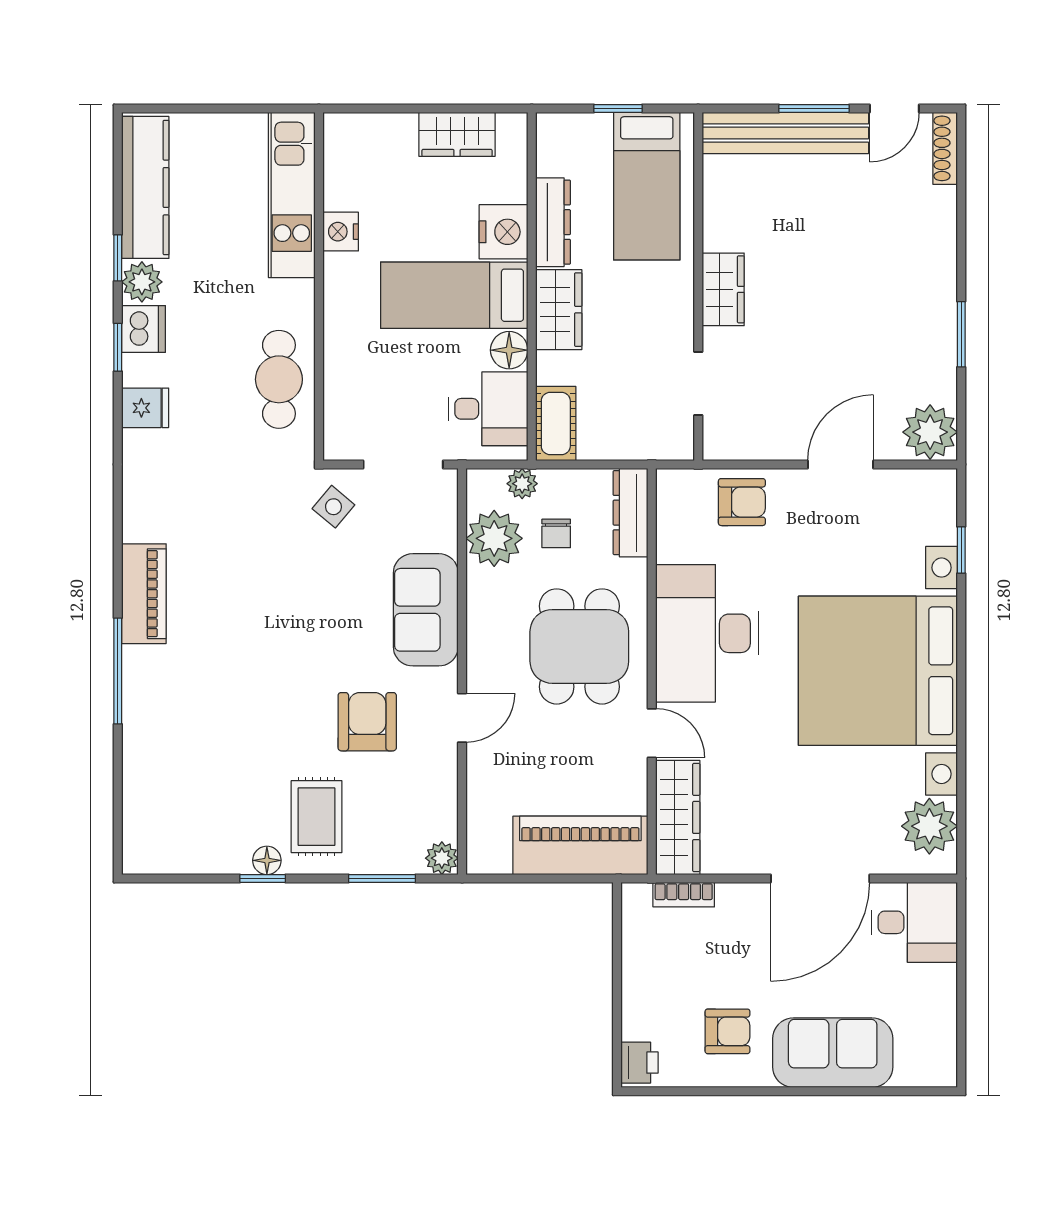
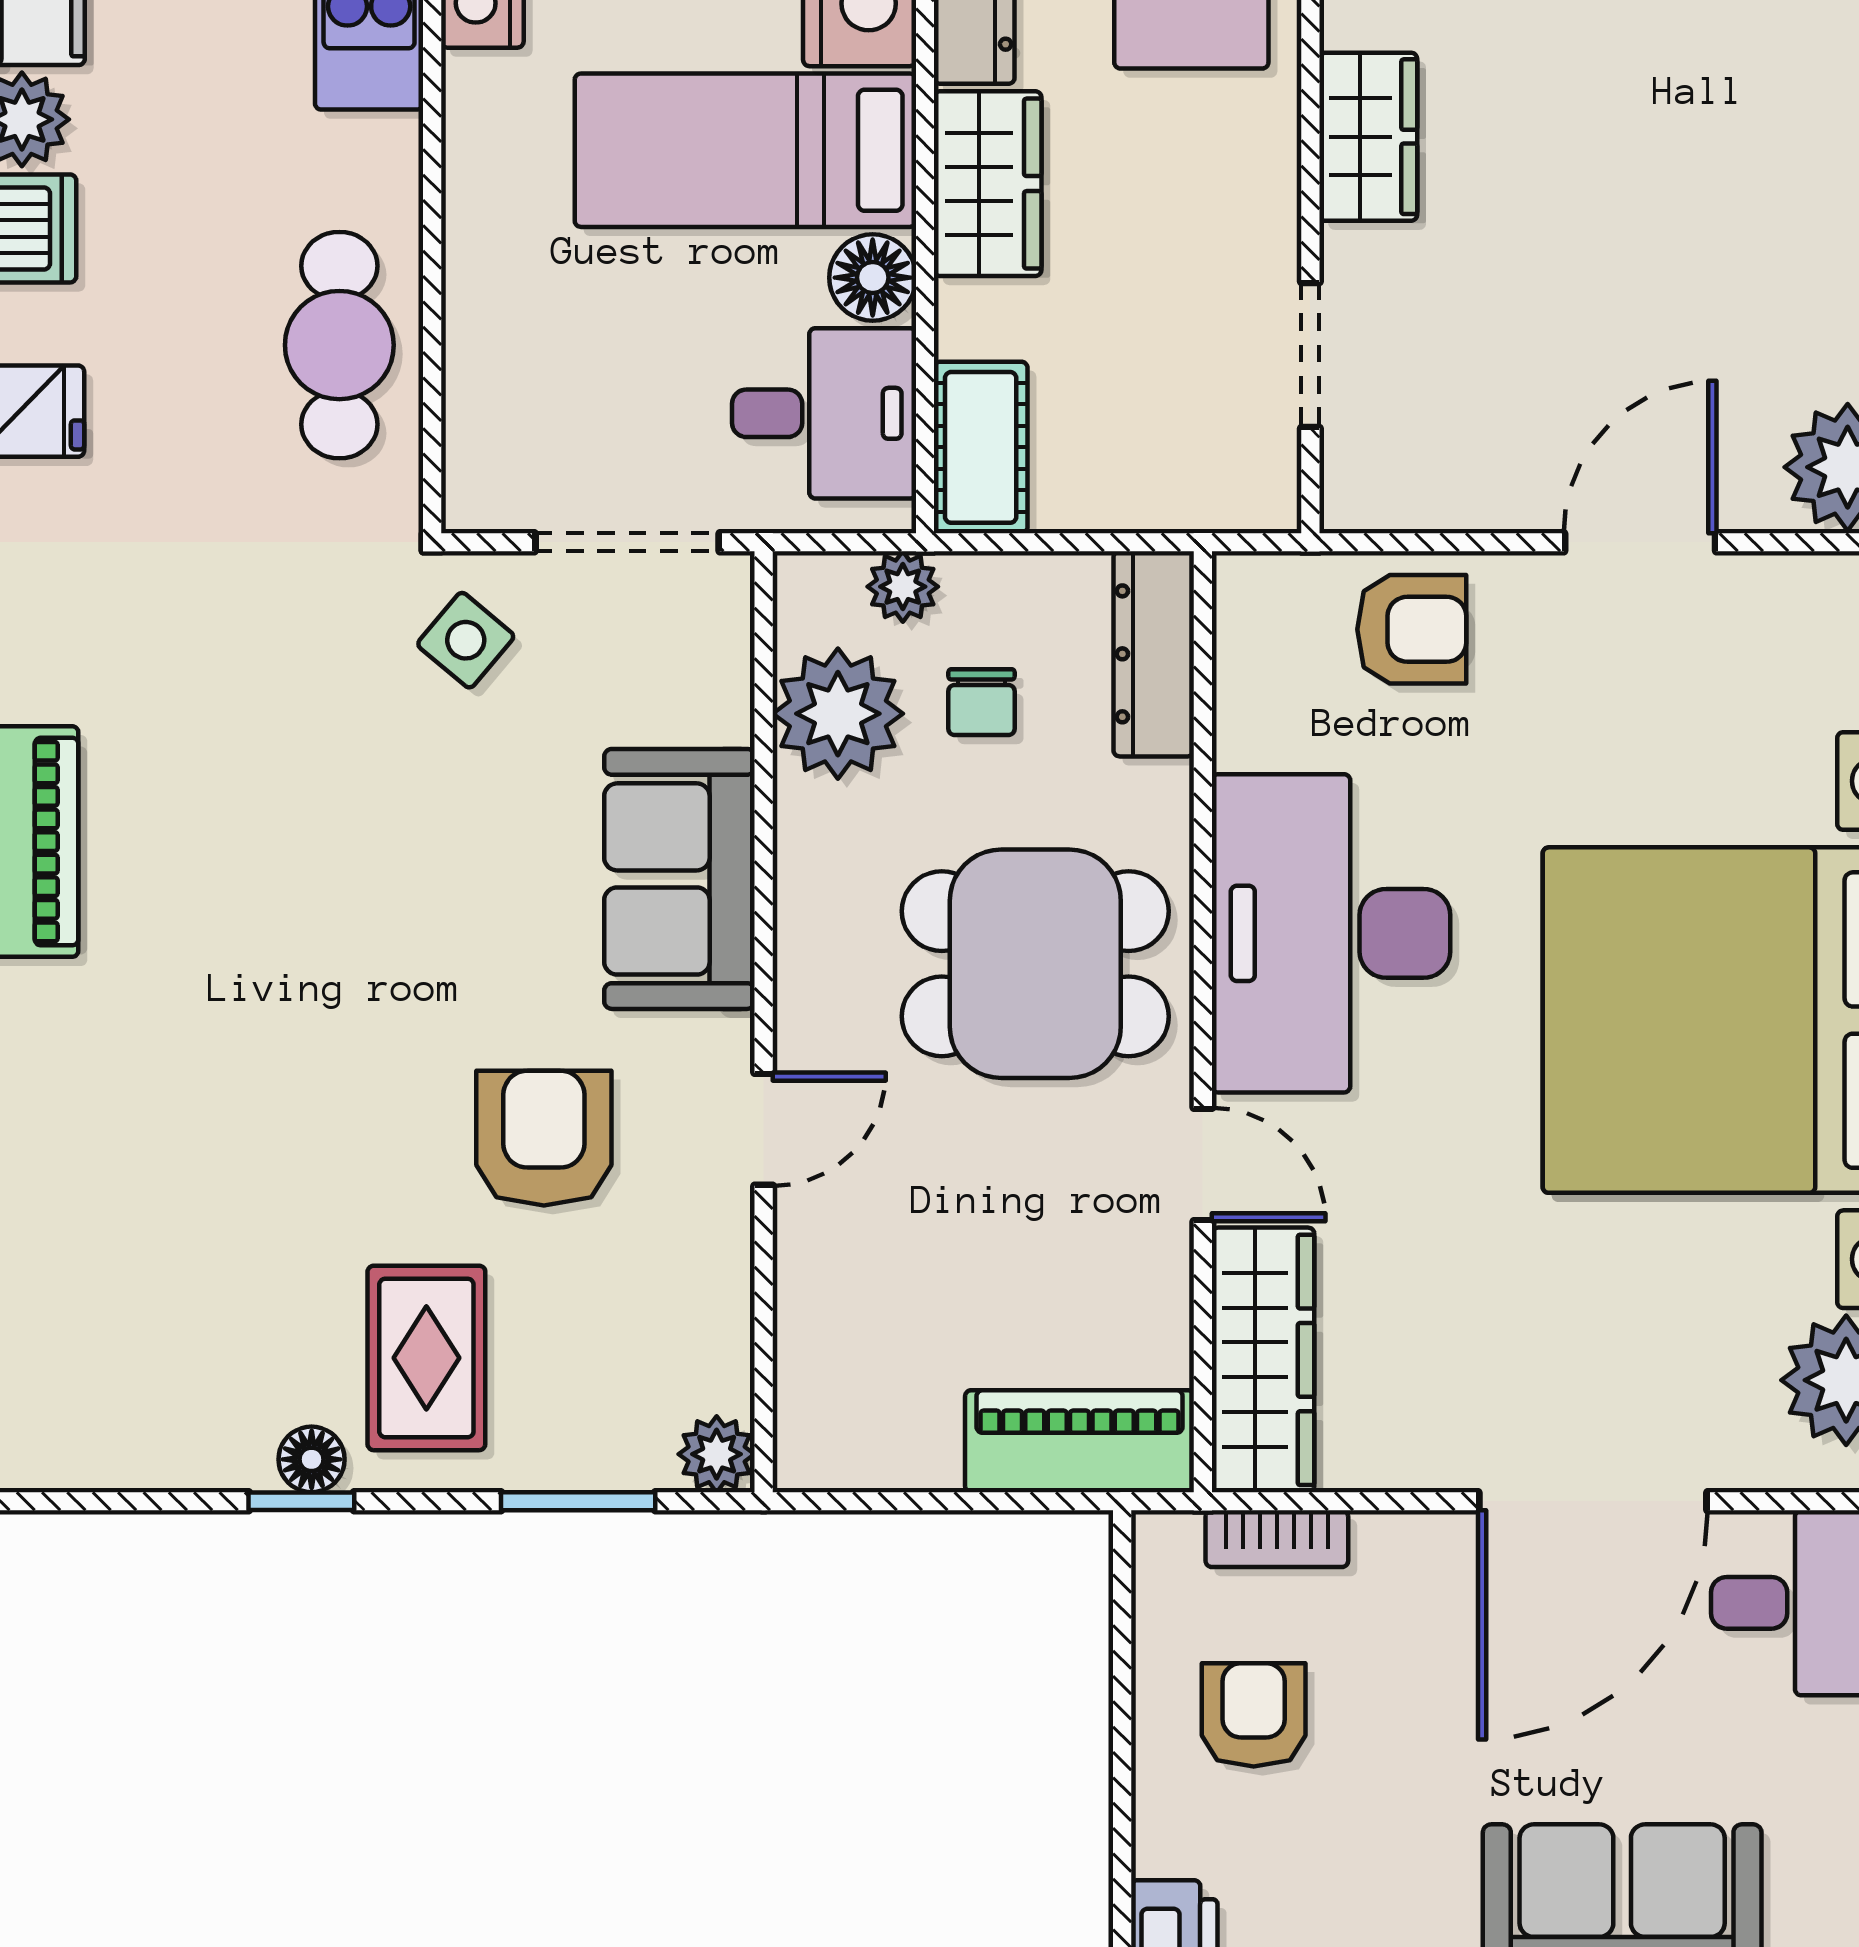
dining table: (579, 646) -> (1035, 964), turned 90
piano: (580, 845) -> (1080, 1441), width x0.73, depth x0.75
armchair: (727, 1031) -> (1254, 1715), moved, turned -90

